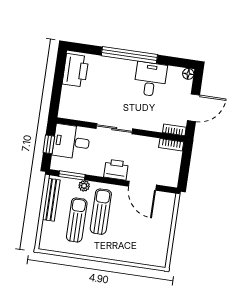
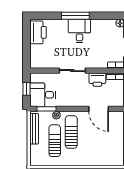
window: (129, 55) -> (75, 16), width x0.68
desk: (150, 79) -> (79, 31), moved
desk: (71, 142) -> (43, 95), moved
printer: (116, 170) -> (97, 80), moved, turned 180

